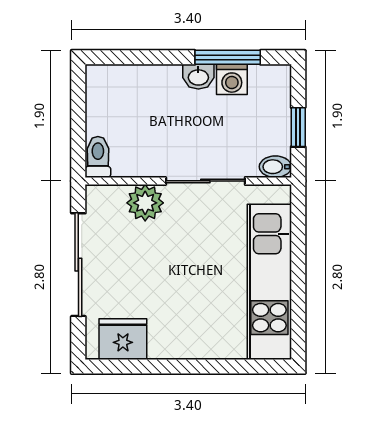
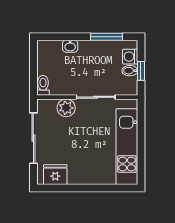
washbasin: (198, 77) -> (70, 46), moved
washing machine: (232, 79) -> (130, 57), moved, turned 90
bidet: (275, 167) -> (130, 71), moved

